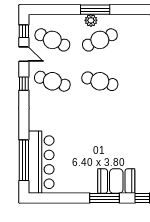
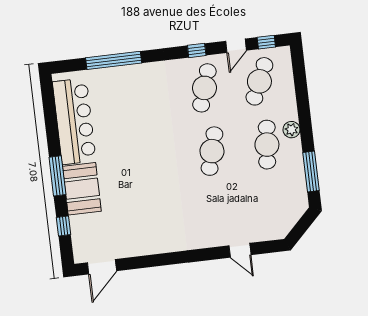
window: (95, 10) -> (311, 171), moved
cafe table: (100, 40) -> (267, 145), turned 30
window: (24, 160) -> (114, 60), moved
bar counter: (41, 162) -> (74, 121), moved, turned -90

